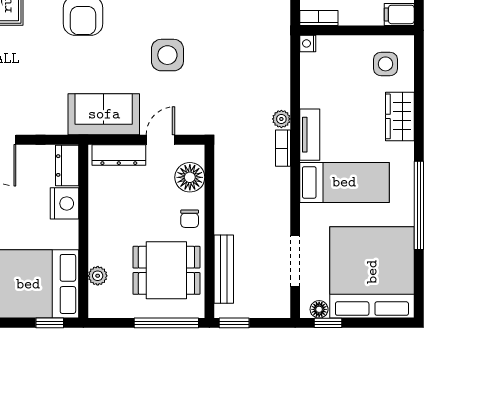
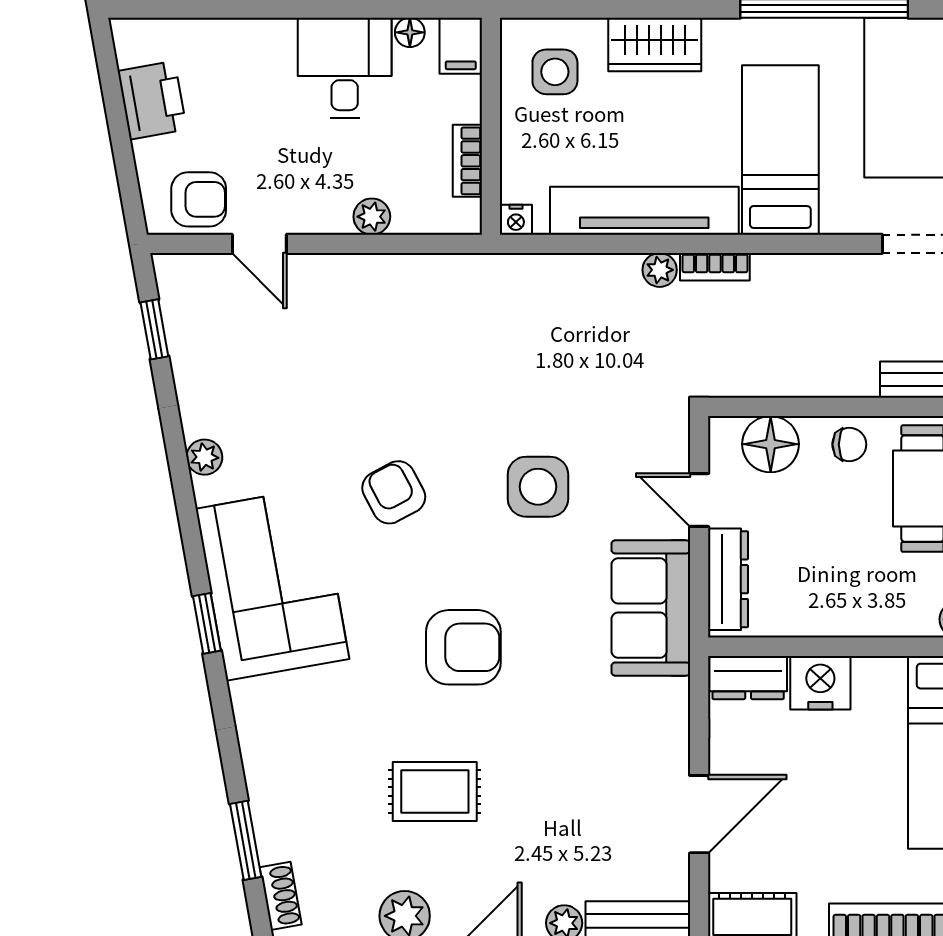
bookcase: (319, 18) -> (467, 161), moved
tv unit: (310, 135) -> (644, 211), width x1.92, depth x1.29

